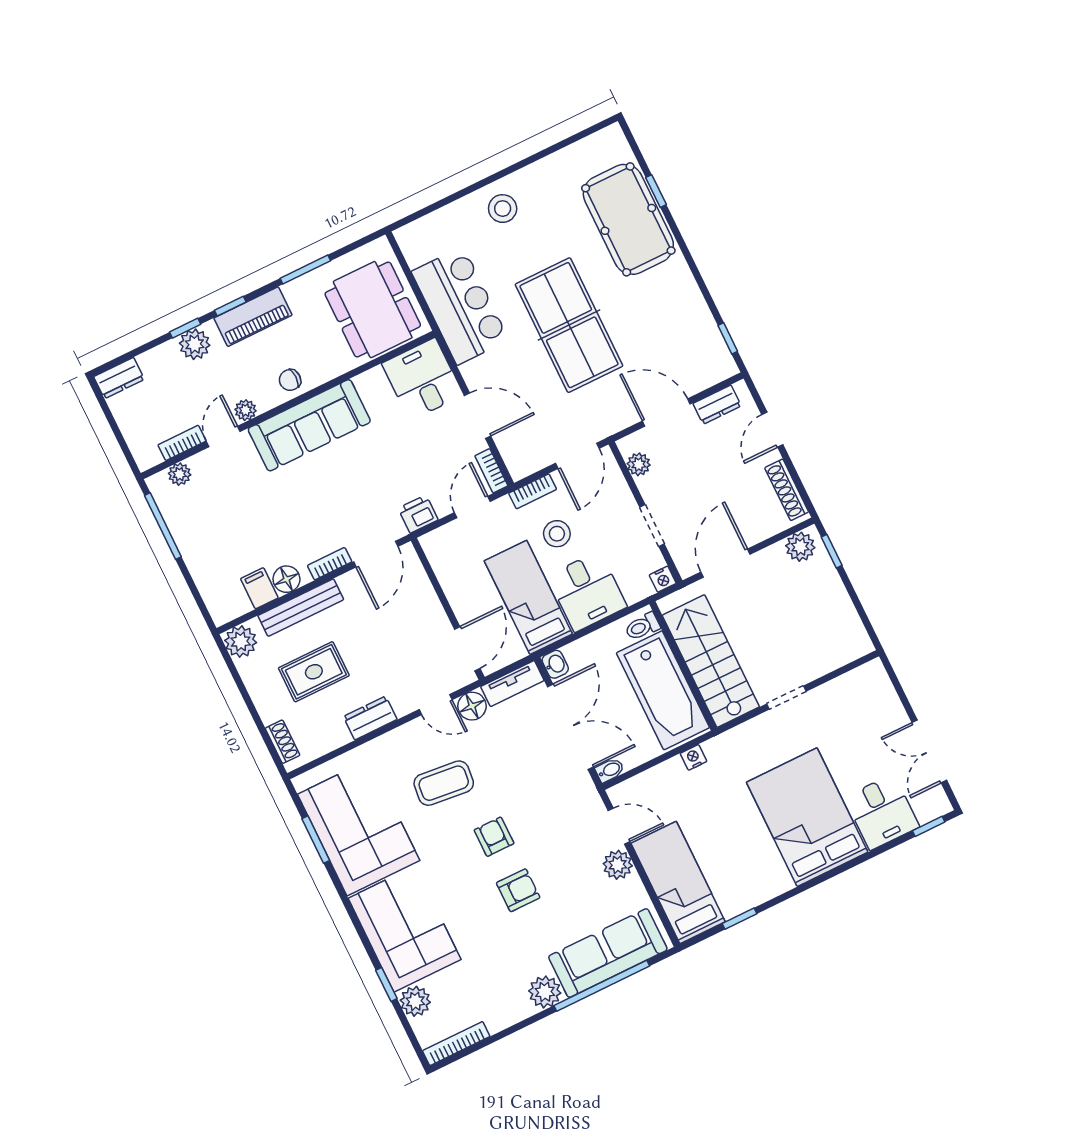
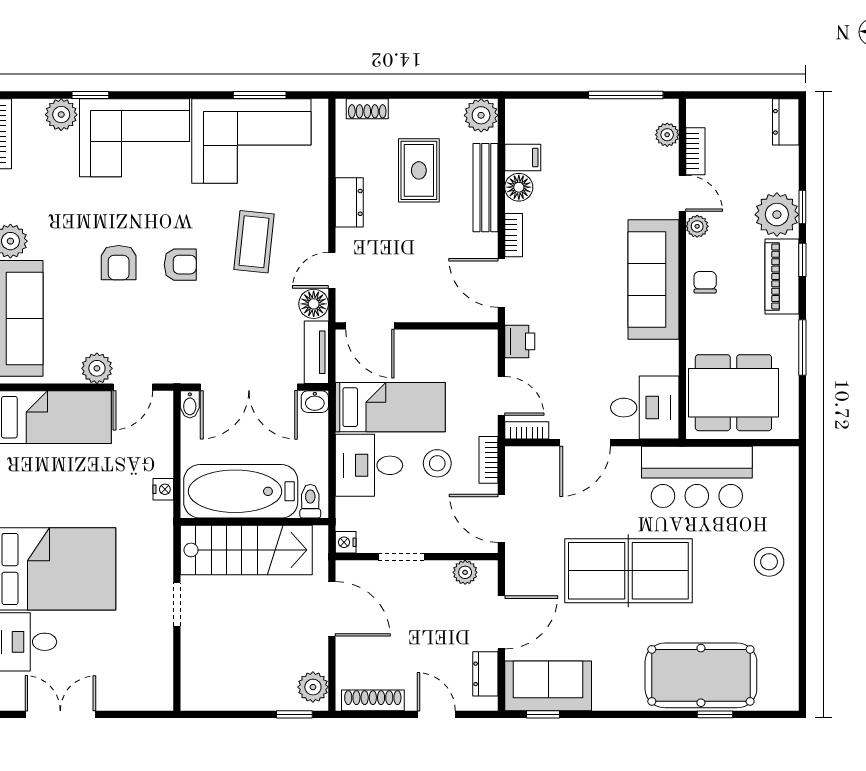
plant: (195, 344) -> (777, 215), width x1.36, depth x1.36
sofa: (701, 346) -> (548, 686), added

